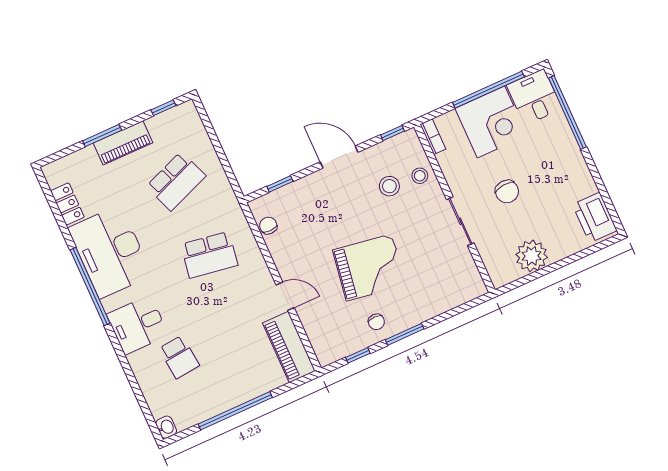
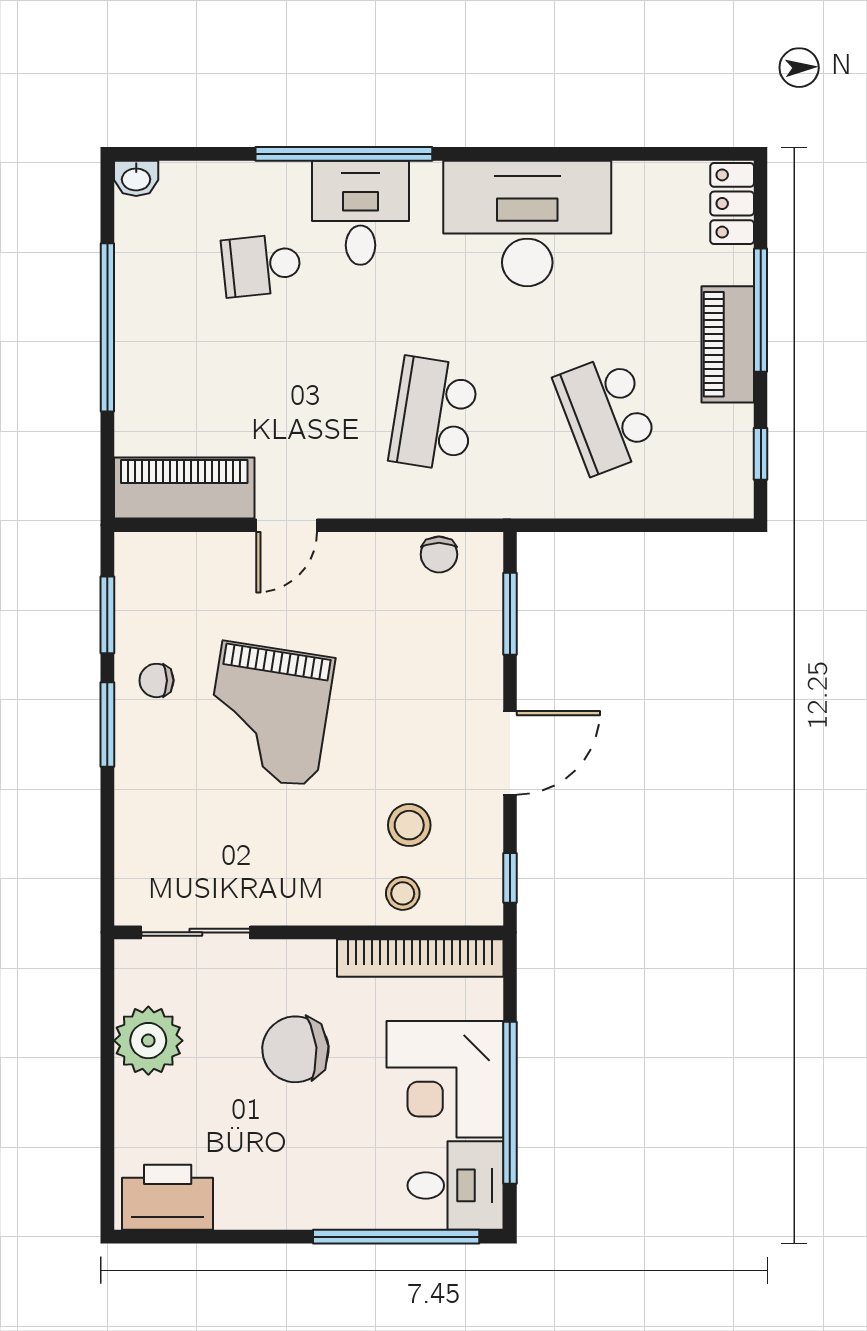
window: (102, 135) -> (761, 310), width x1.44
bookcase: (433, 137) -> (420, 958), width x2.31, depth x1.31
window: (280, 184) -> (510, 614), width x1.50
chair: (507, 191) -> (295, 1049), width x1.37, depth x1.37
locker: (67, 204) -> (732, 203), moved, turned 90
sliding door: (460, 221) -> (196, 932), moved
chair: (268, 226) -> (439, 554), turned 90
window: (90, 287) -> (344, 154), moved
window: (358, 355) -> (107, 615), width x1.50

